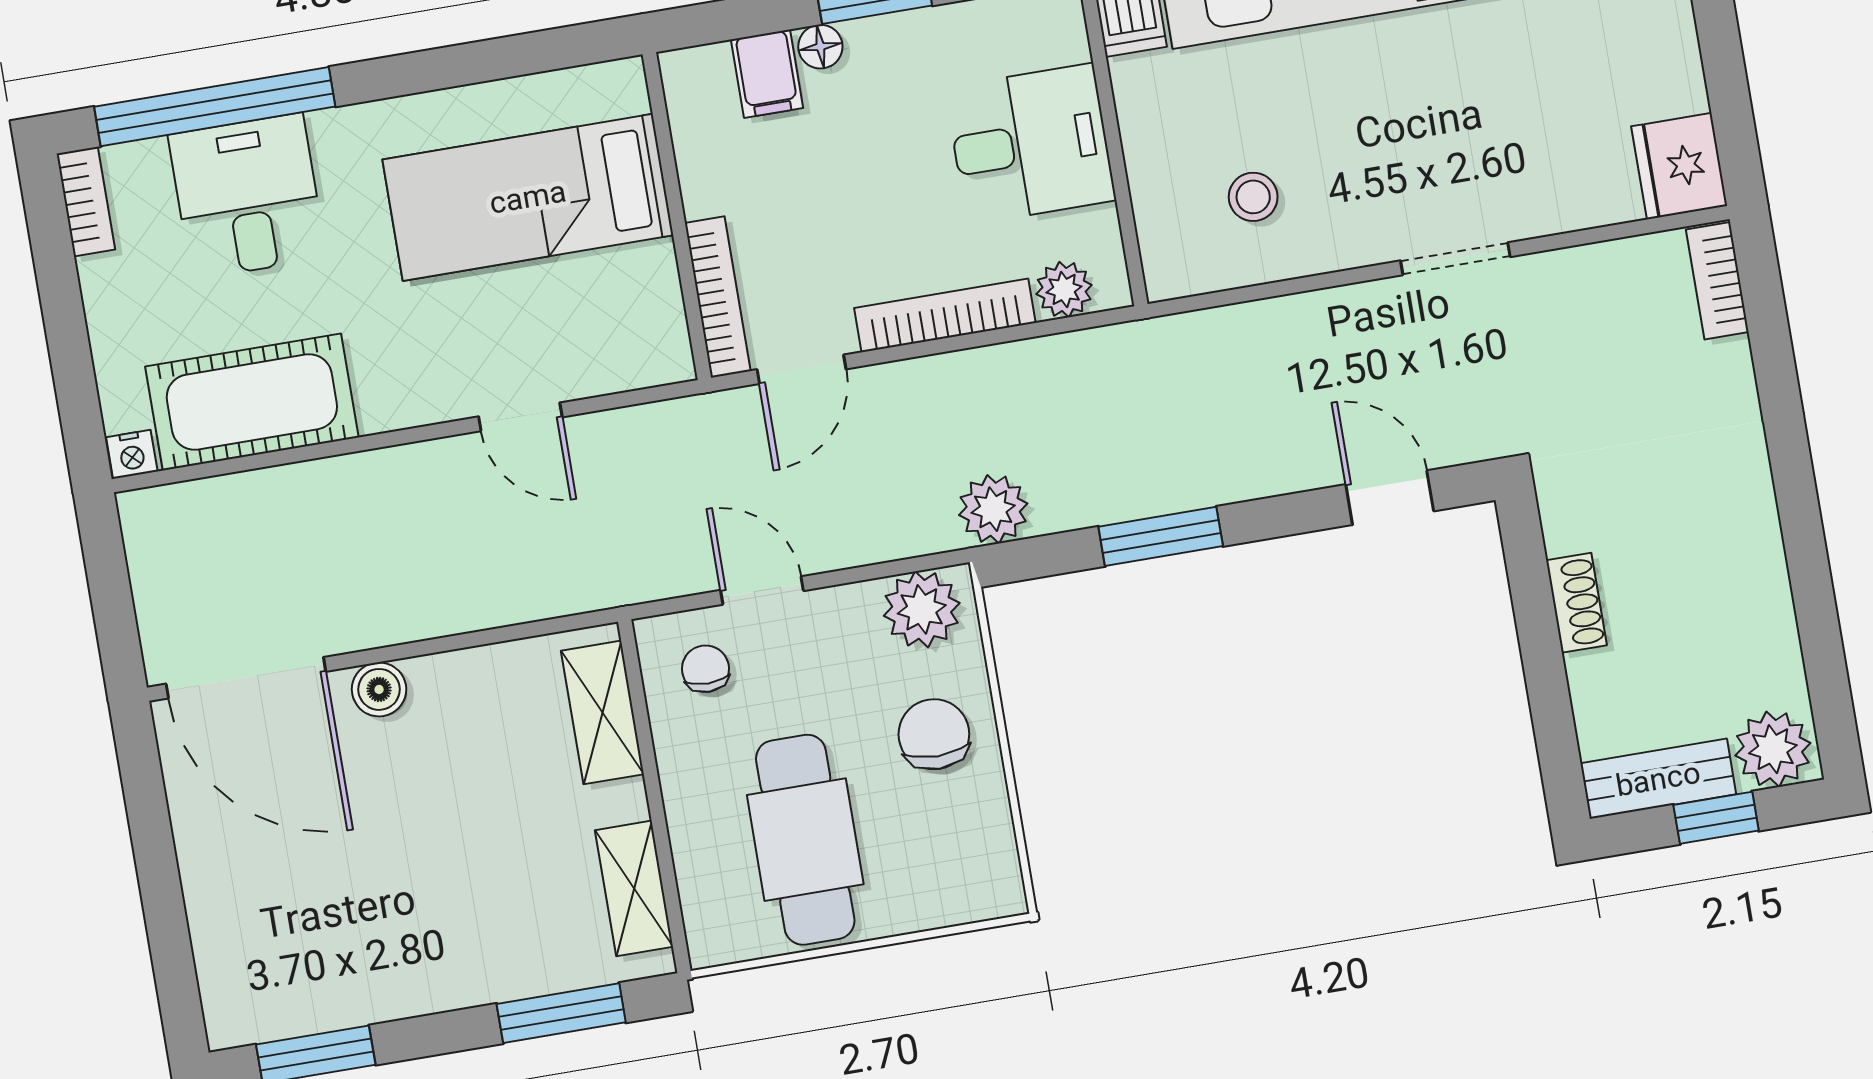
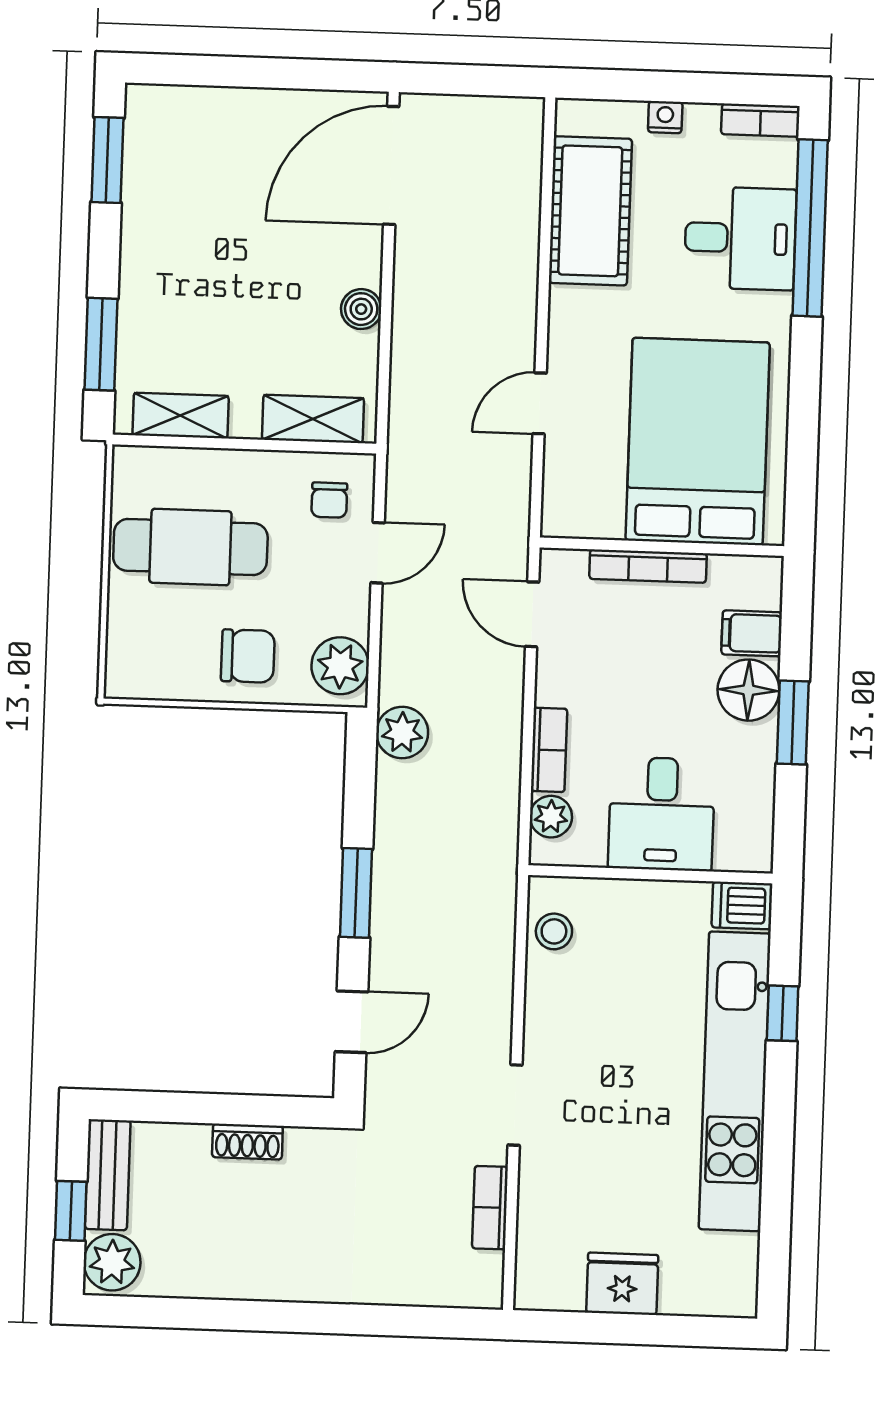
floor lamp: (820, 47) -> (748, 690), width x1.89, depth x1.89
fridge: (1679, 166) -> (622, 1284), moved
bed: (528, 197) -> (698, 441), width x1.50
stool: (1253, 197) -> (554, 931), moved
bookcase: (1717, 281) -> (490, 1208), moved, turned -90
bookcase: (718, 297) -> (648, 566), moved
bookcase: (945, 315) -> (549, 750), width x0.64
nightstand: (132, 454) -> (665, 117), moved, turned 90
window: (1161, 536) -> (356, 893), moved
chair: (705, 669) -> (329, 500), turned 90
boiler: (379, 689) -> (361, 309), moved

